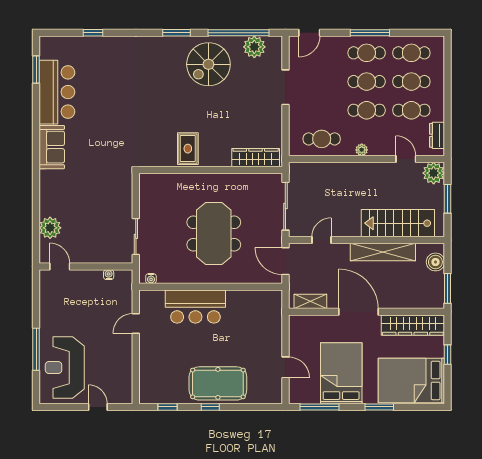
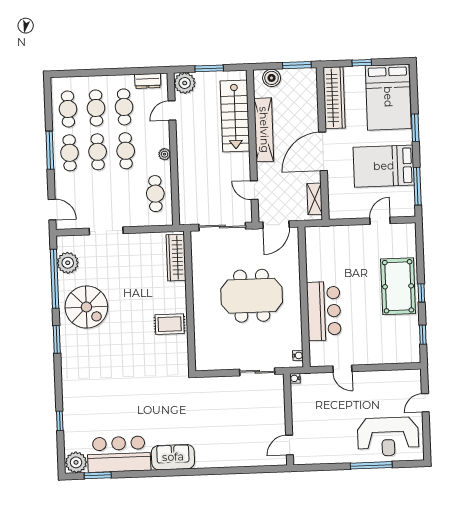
plant: (50, 228) -> (76, 462), moved
water cooler: (109, 275) -> (295, 378), moved

